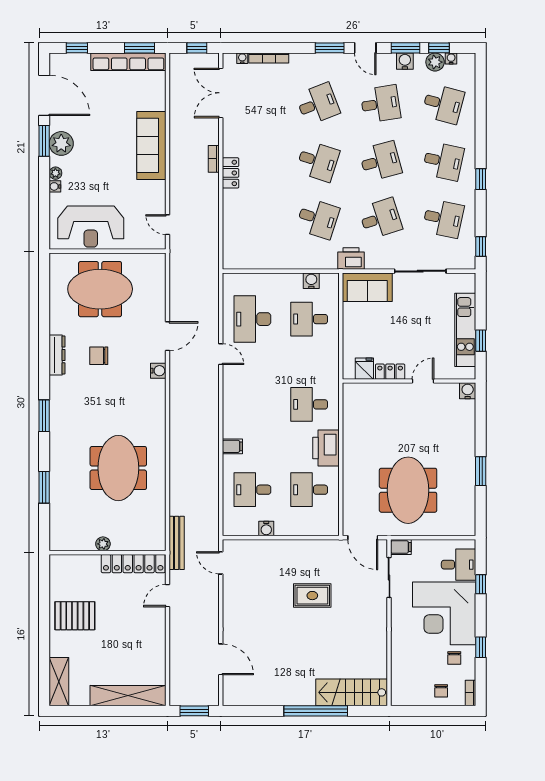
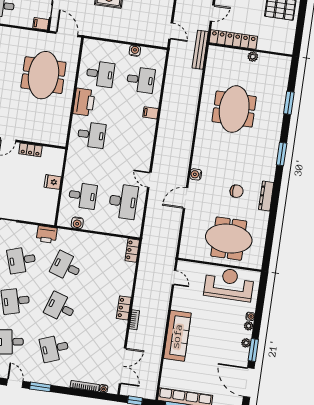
plant: (61, 143) -> (246, 343), width x0.53, depth x0.53
locker: (230, 254) -> (132, 250), added
sofa: (367, 287) -> (38, 212), removed
fridge: (364, 369) -> (53, 182), moved, turned 90
meeting table: (408, 490) -> (43, 75), moved

